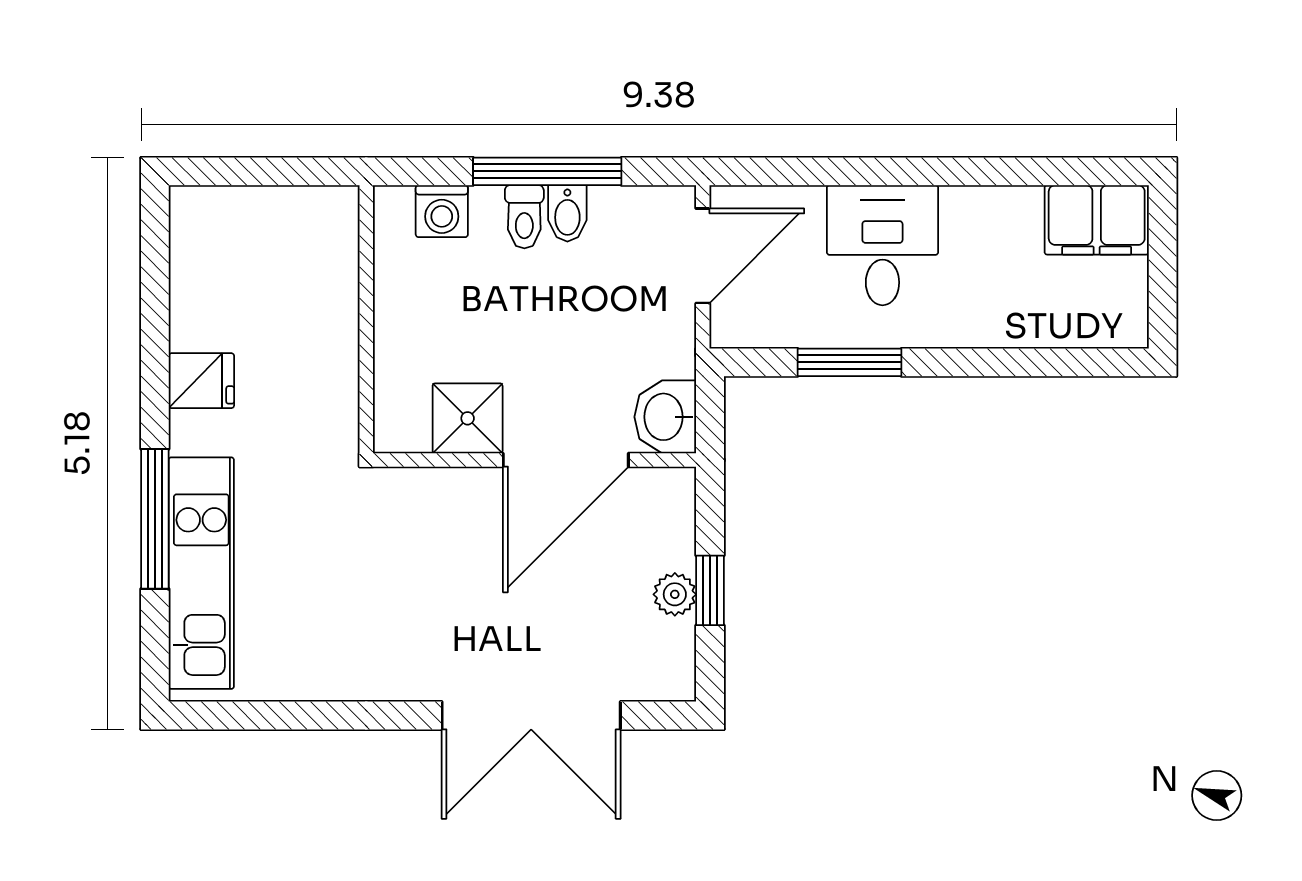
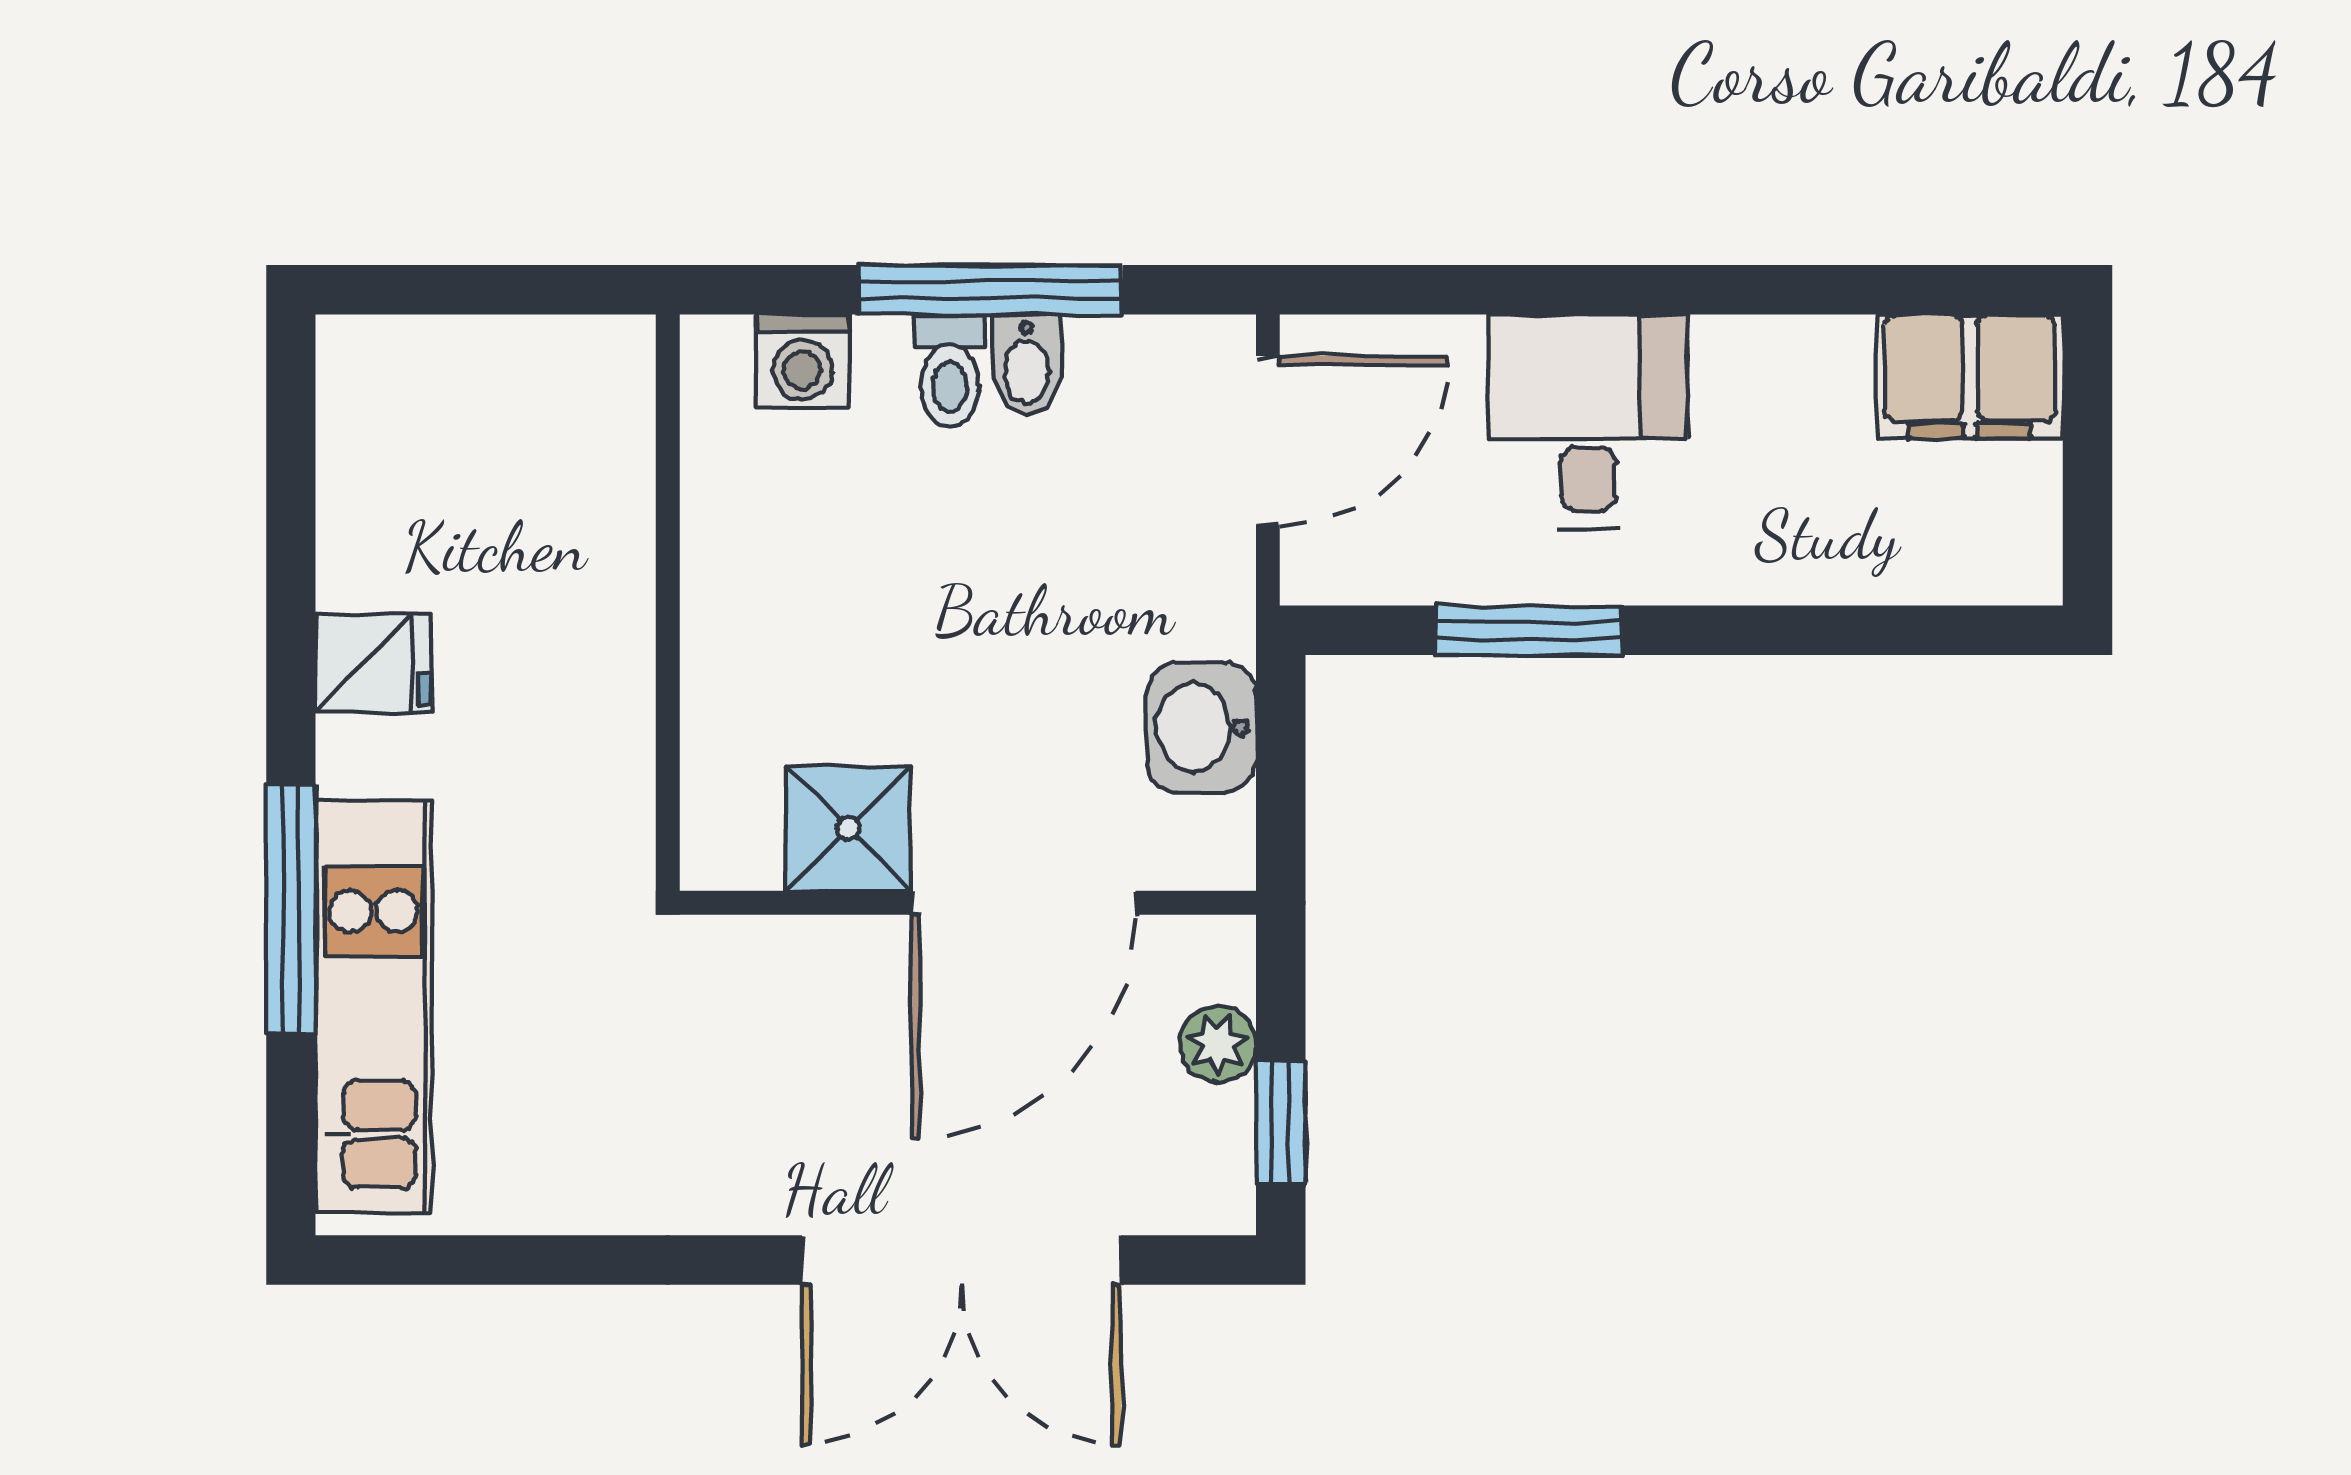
shower: (468, 418) -> (848, 829), moved
wall: (535, 460) -> (968, 903), moved
door: (566, 460) -> (1024, 903), moved
window: (710, 590) -> (1281, 1122), moved

